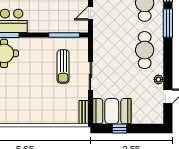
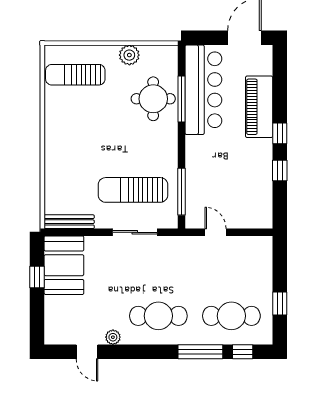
sun lounger: (63, 67) -> (133, 190), width x1.36, depth x1.34
sliding door: (90, 76) -> (135, 232), moved
bench: (84, 112) -> (69, 222), width x1.36

